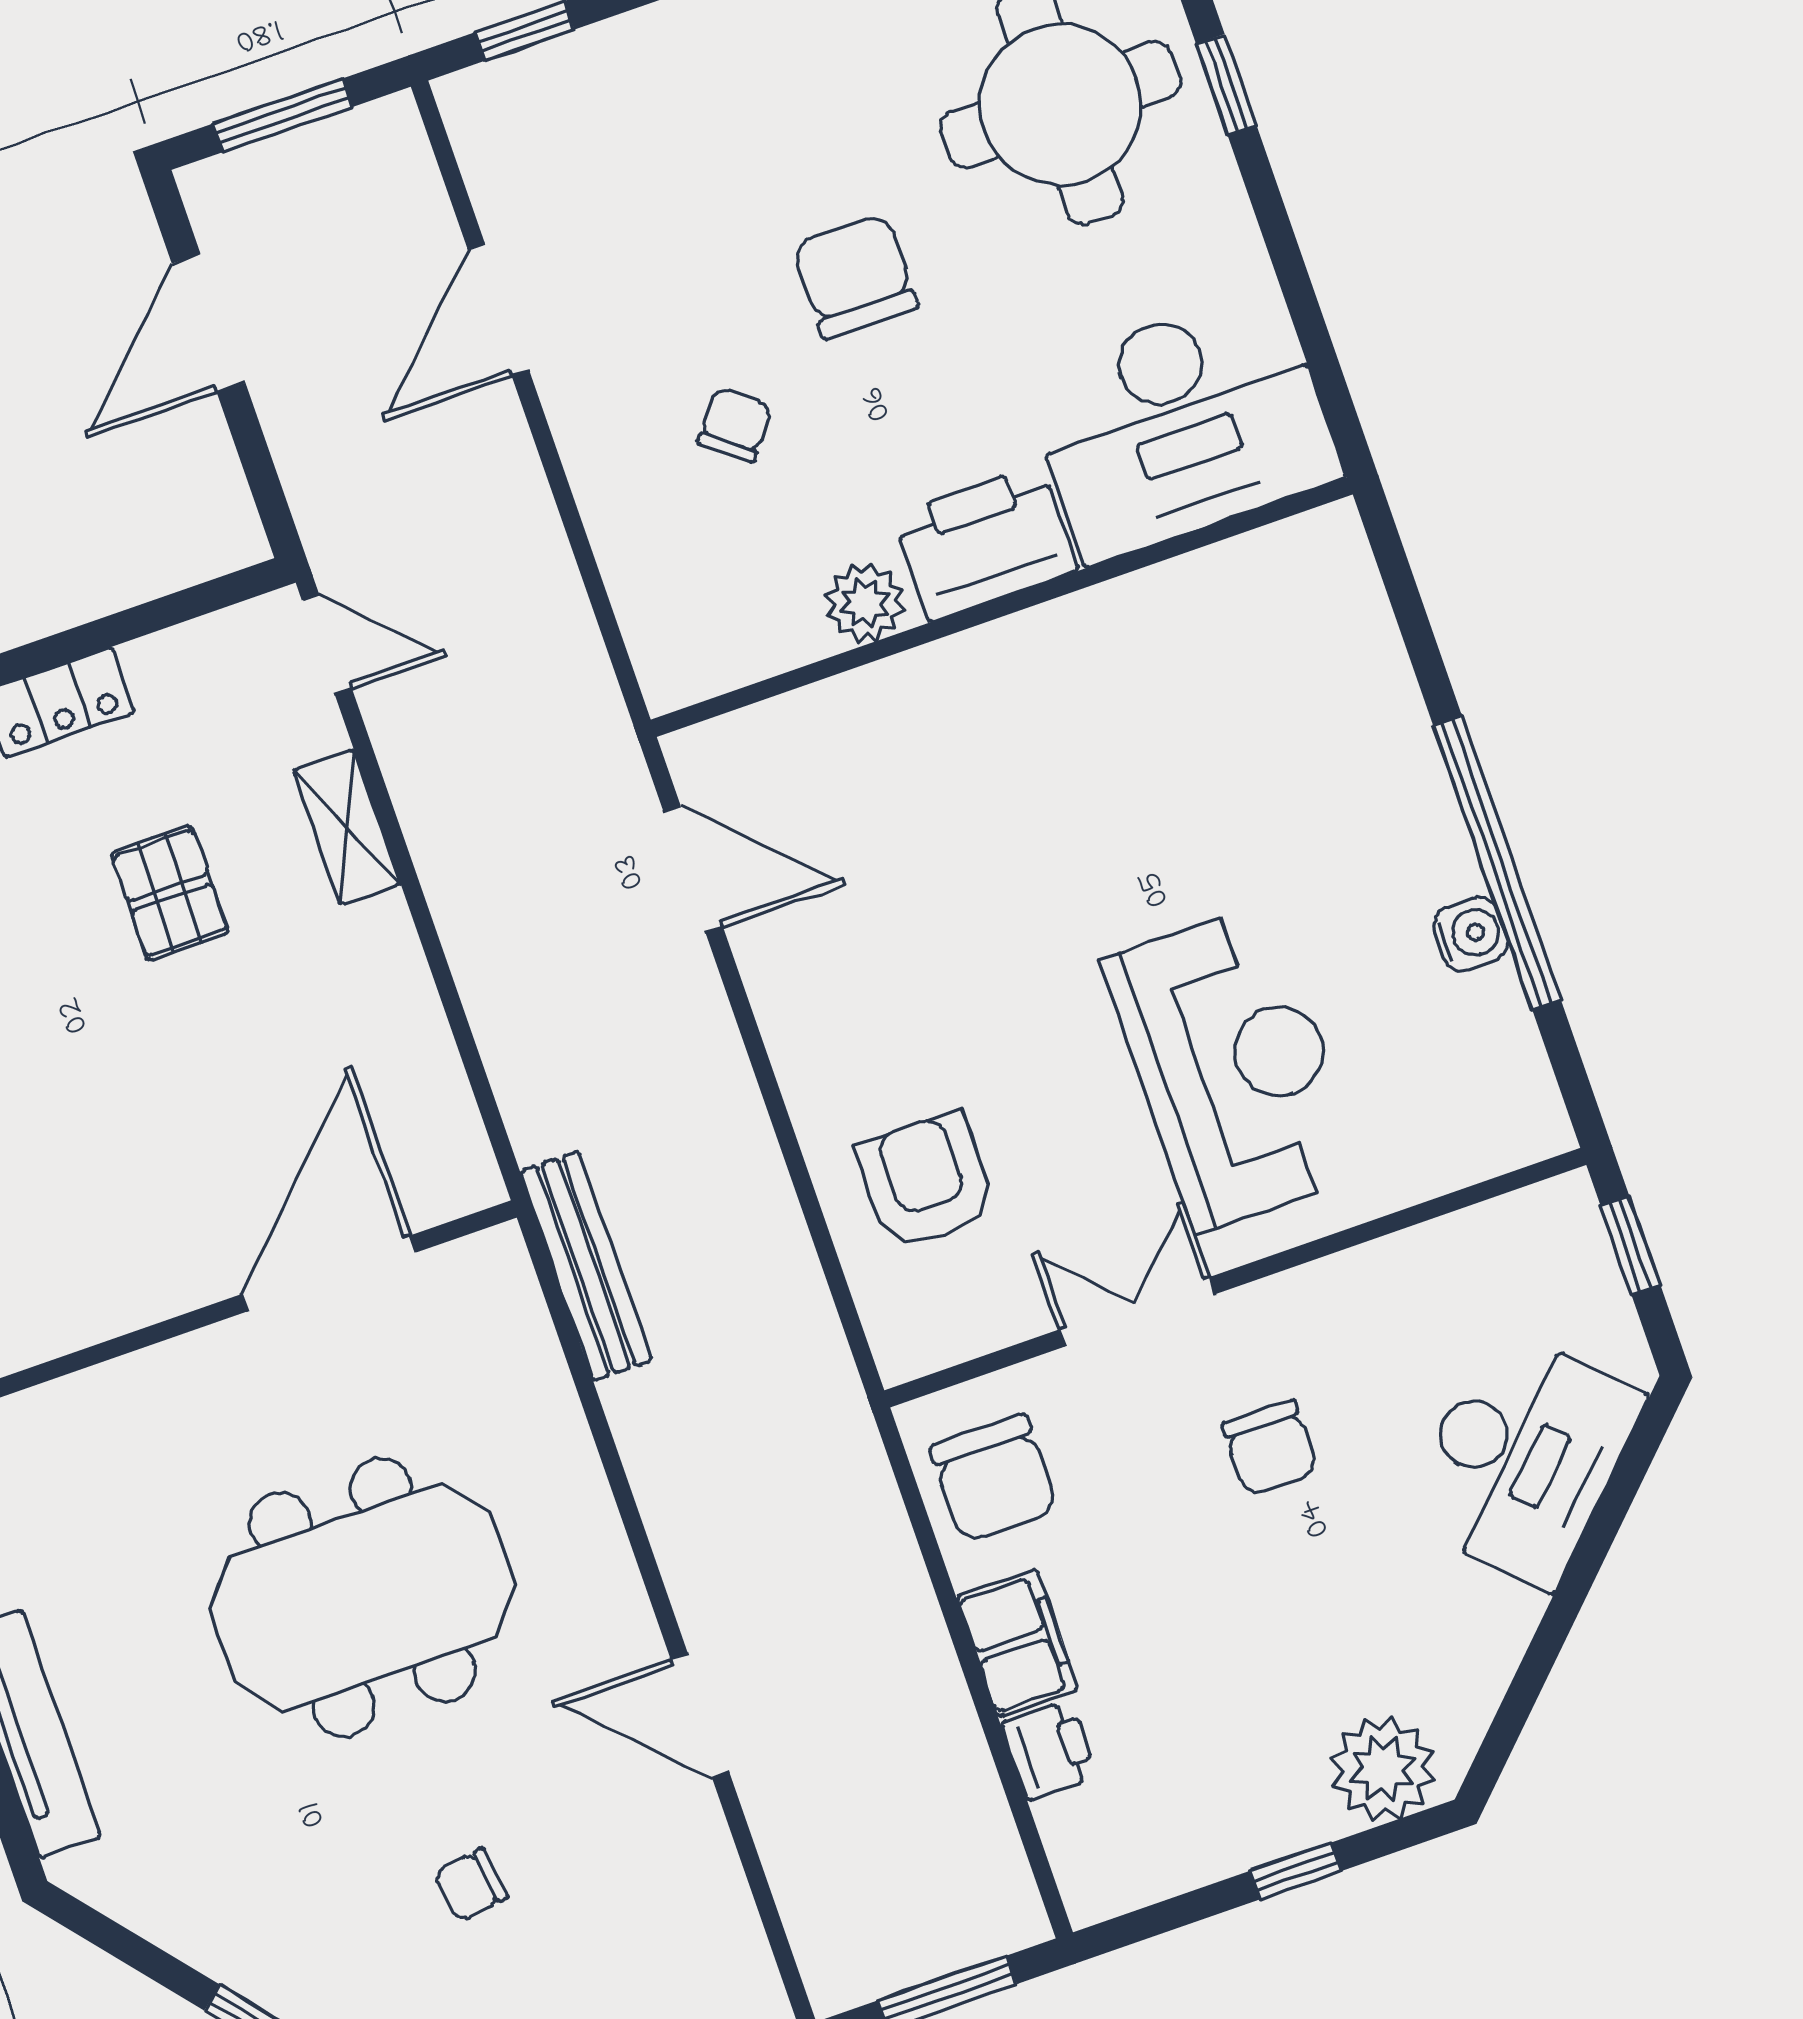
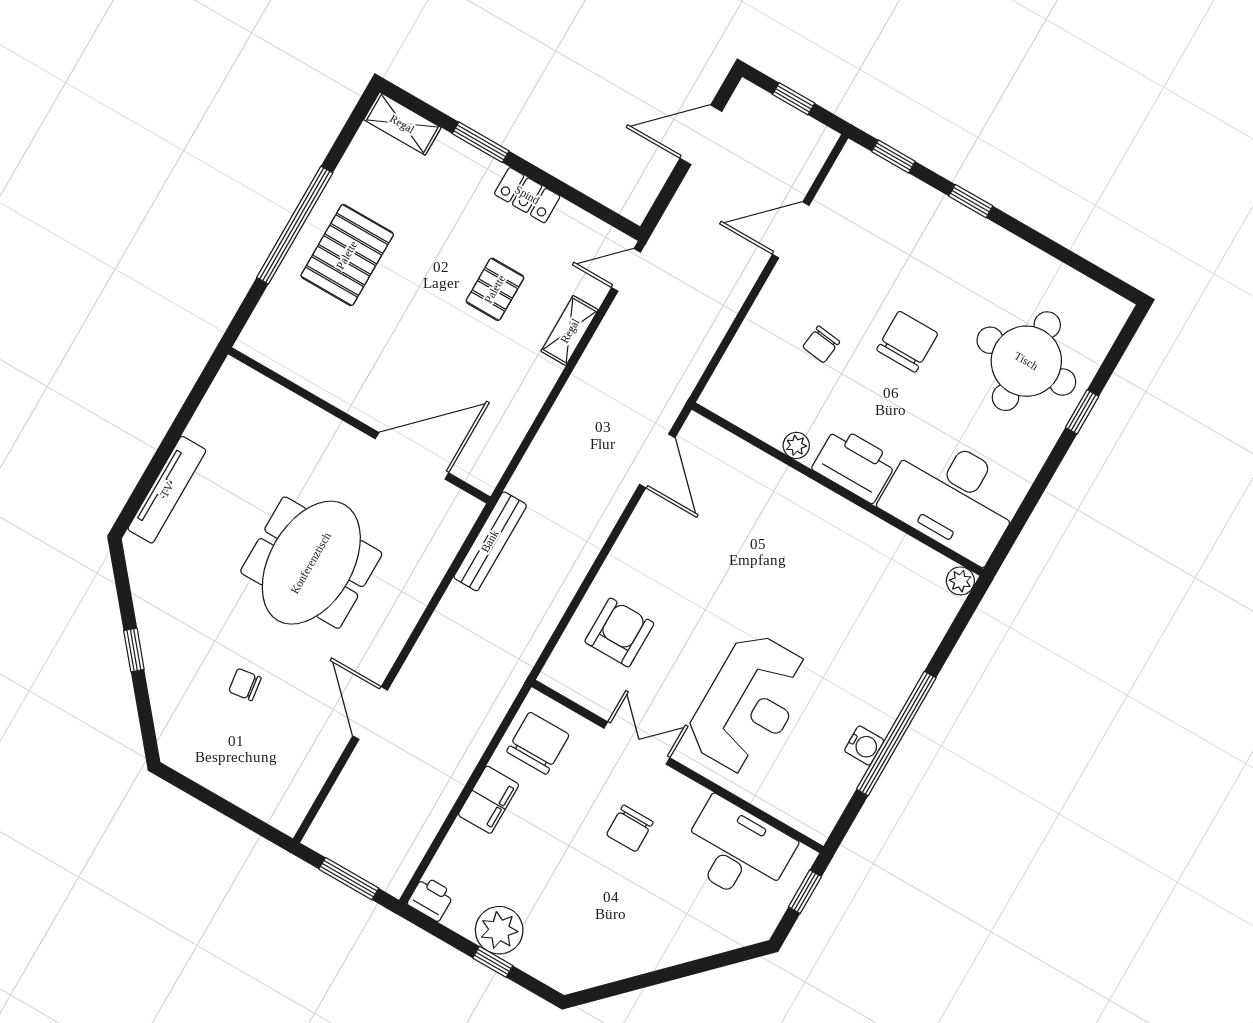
window: (282, 115) -> (794, 99), width x0.67
chair: (735, 425) -> (821, 344), turned 149
plant: (1334, 534) -> (960, 581), added
plant: (865, 603) -> (796, 445), width x0.73, depth x0.73
door: (327, 644) -> (626, 270), swing flipped
desk: (1523, 1458) -> (737, 851), moved, turned -135
chair: (994, 1478) -> (538, 743), turned 180
meeting table: (362, 1597) -> (311, 563), turned 90
printer: (1049, 1750) -> (431, 899), moved, turned -90
plant: (1383, 1769) -> (499, 930), moved

